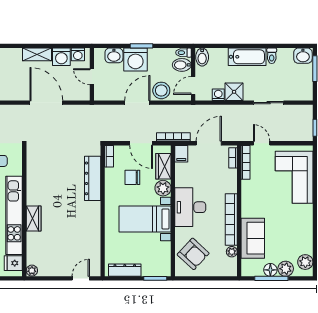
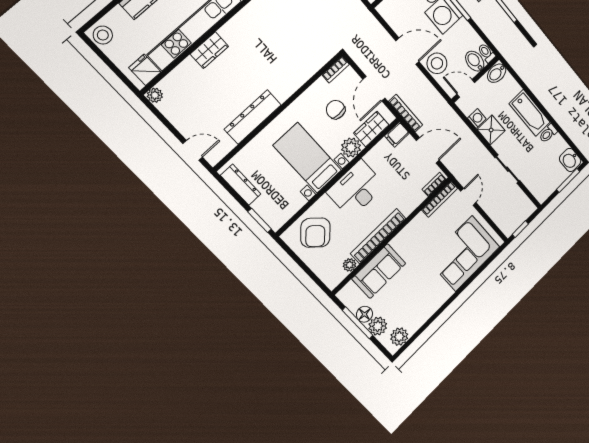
dresser: (93, 178) -> (253, 117), moved

